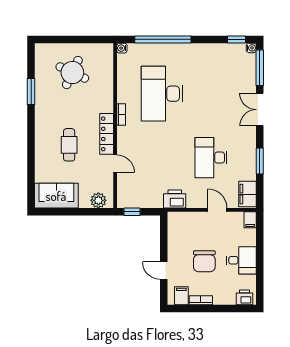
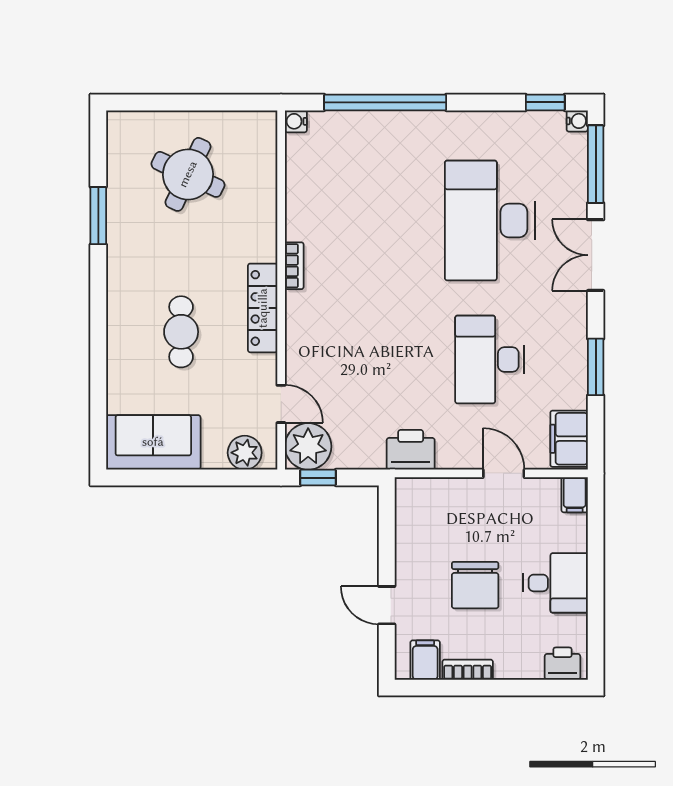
desk: (162, 94) -> (490, 220), moved
door: (115, 164) -> (281, 404), moved
plant: (128, 198) -> (308, 446), added

